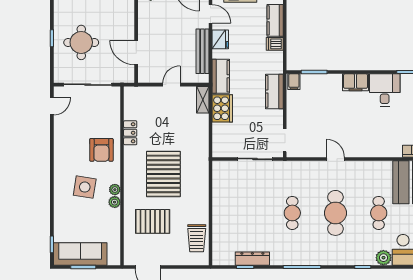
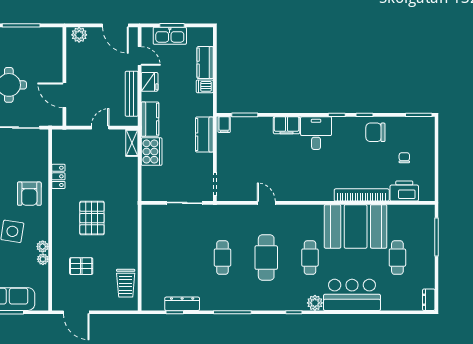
pallet: (163, 174) -> (92, 218), width x0.73, depth x0.71
plant: (115, 190) -> (43, 259), moved
pallet: (153, 221) -> (81, 266), width x0.67, depth x0.71

